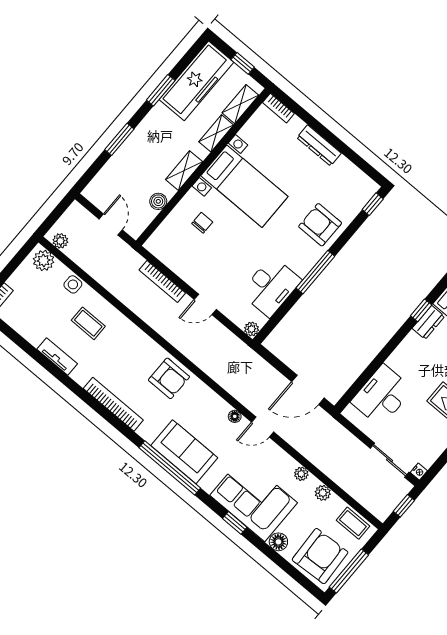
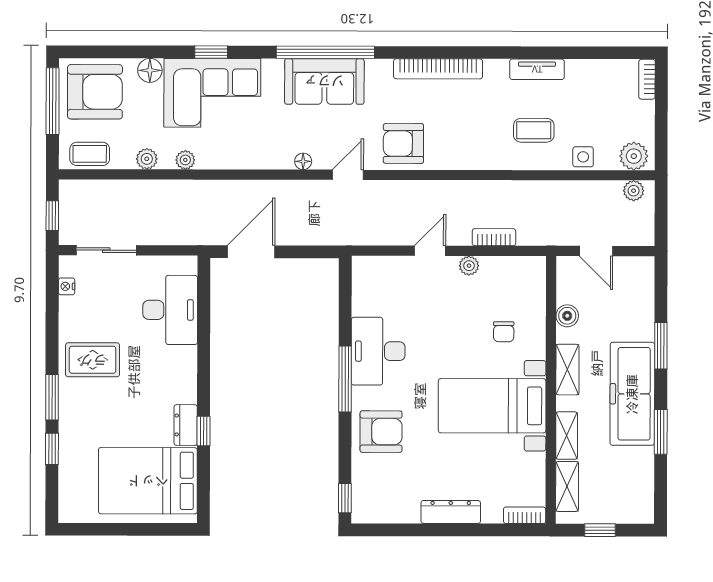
freezer: (196, 81) -> (632, 394), moved
bookcase: (162, 281) -> (494, 237), width x0.64
desk: (271, 287) -> (378, 351), moved
plant: (252, 329) -> (469, 266), moved
door: (263, 427) -> (348, 175), moved
nightstand: (419, 472) -> (67, 286), moved
armchair: (320, 556) -> (95, 92), turned -87

